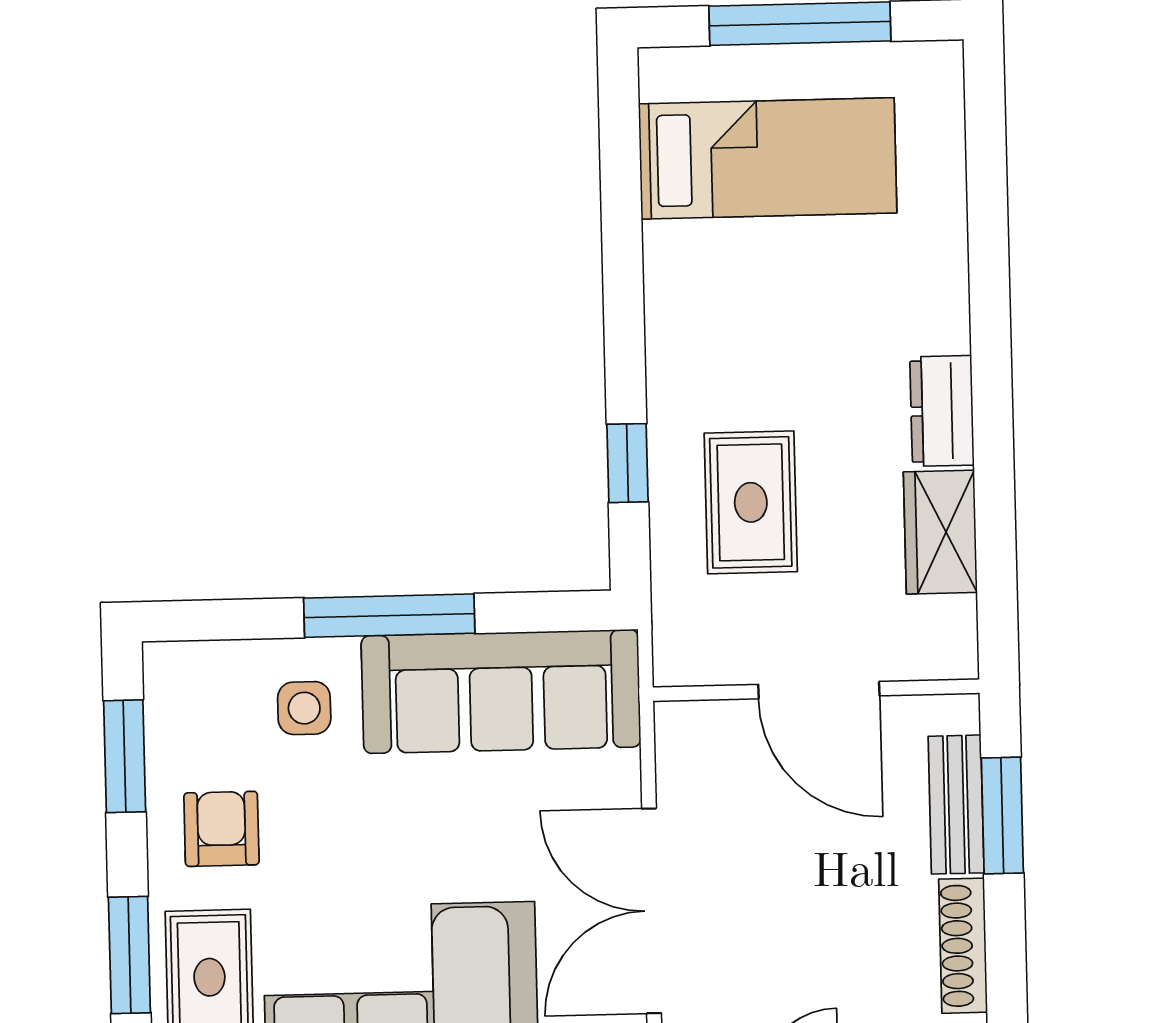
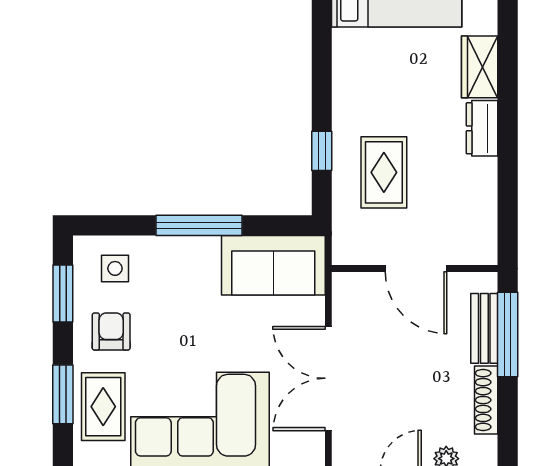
wardrobe: (940, 532) -> (480, 67), moved
sofa: (501, 691) -> (273, 265), width x0.73
side table: (304, 708) -> (115, 268), moved
window: (1002, 816) -> (508, 334), width x1.44

